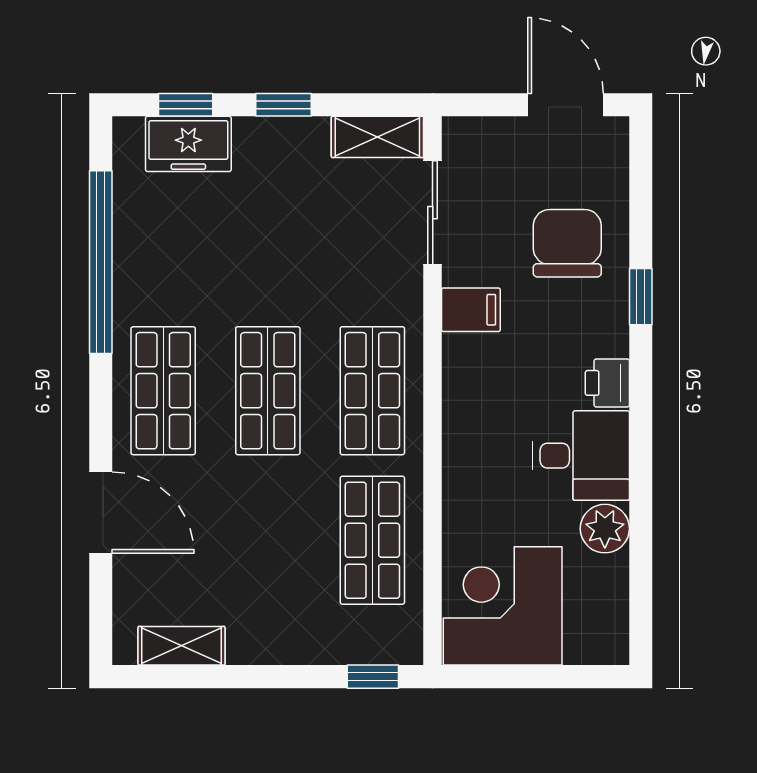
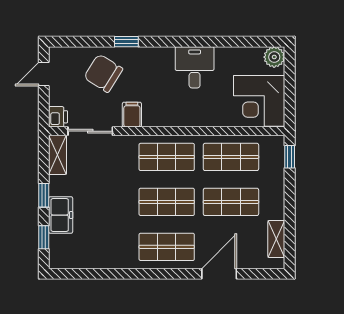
door: (565, 105) -> (44, 74), width x0.73
freezer: (188, 144) -> (61, 215), moved
chair: (567, 243) -> (103, 73), turned 32
window: (101, 262) -> (111, 274), removed
printer: (607, 383) -> (58, 117), moved, turned -90
plant: (605, 529) -> (274, 57), moved
shop shelf: (268, 540) -> (231, 202), added

